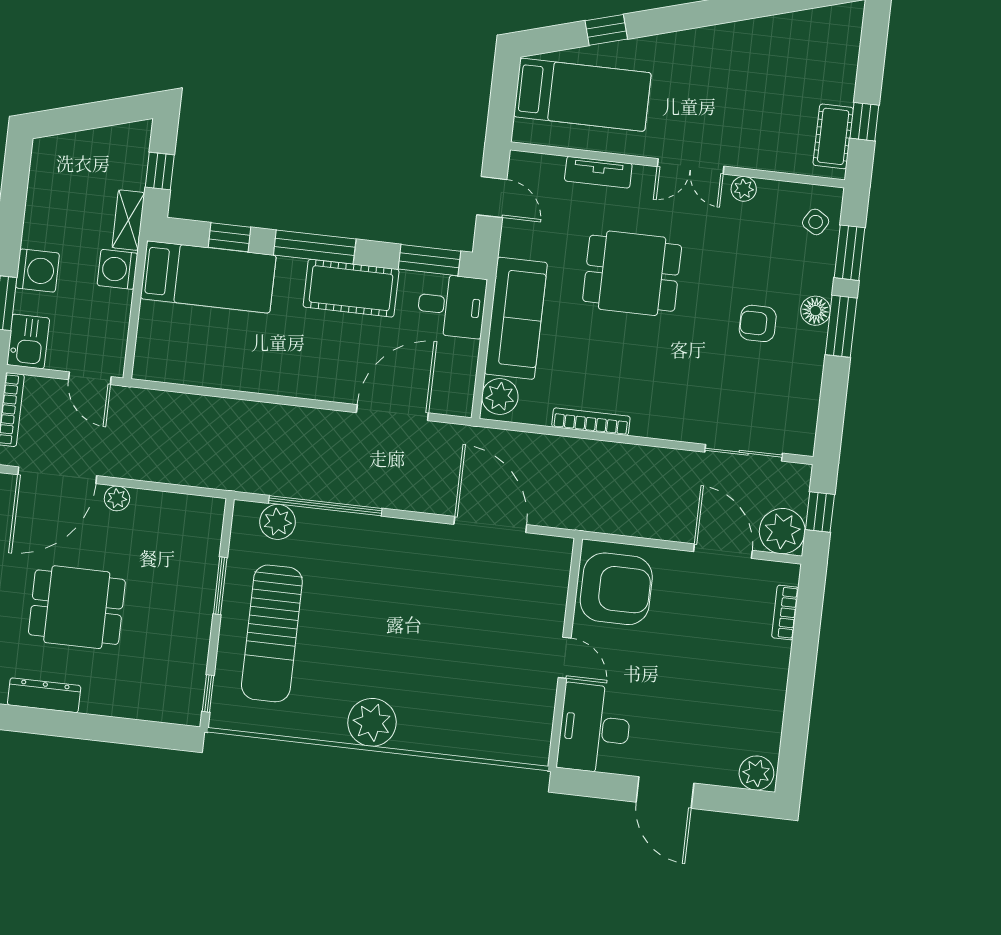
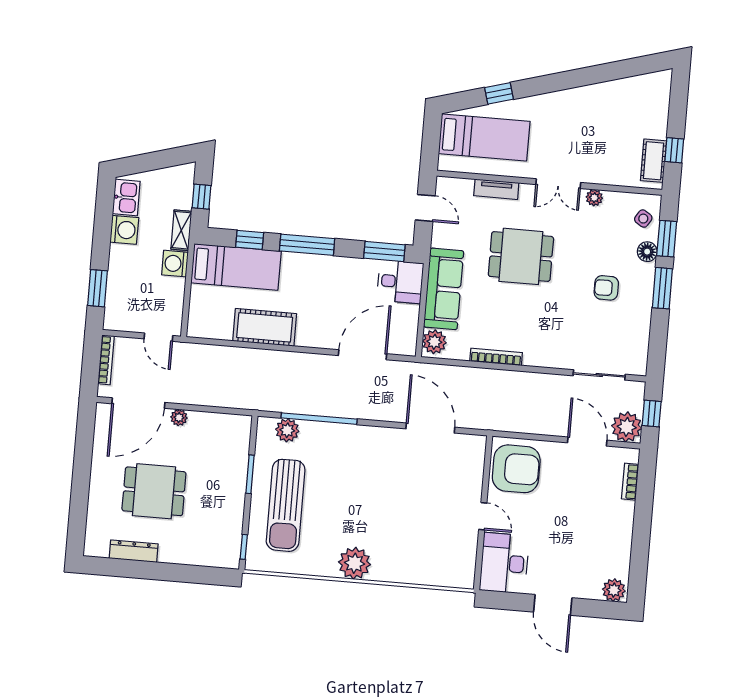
washing machine: (37, 271) -> (124, 230), moved
cot: (351, 288) -> (265, 327), moved
floor lamp: (816, 311) -> (647, 252), moved
kitchen sink: (28, 341) -> (126, 198), moved

